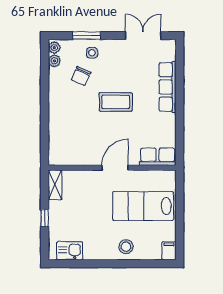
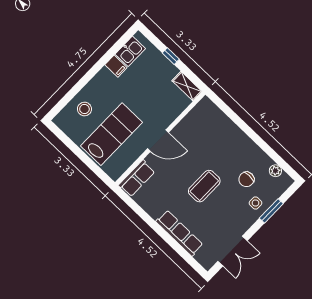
plant: (54, 48) -> (285, 180), removed
chair: (81, 76) -> (246, 179), turned -114
door: (115, 168) -> (158, 141), hinge flipped
stool: (126, 247) -> (84, 109), moved
filing cabinet: (169, 251) -> (116, 66), moved

